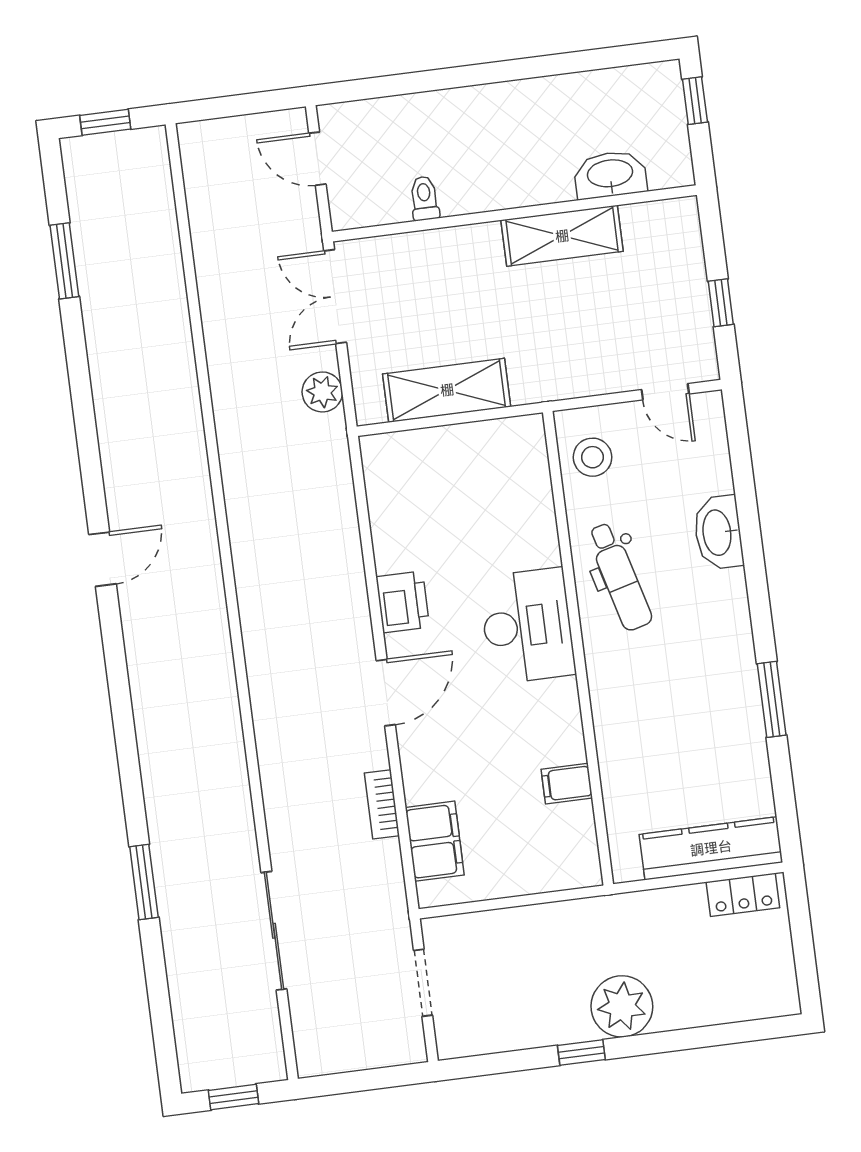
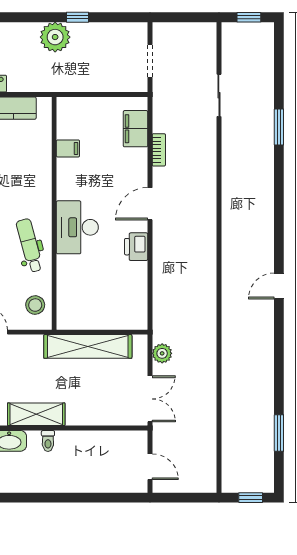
toilet: (424, 198) -> (48, 441), moved
shelving: (447, 390) -> (88, 346), width x1.47
sliding door: (274, 931) -> (219, 95), width x0.73

